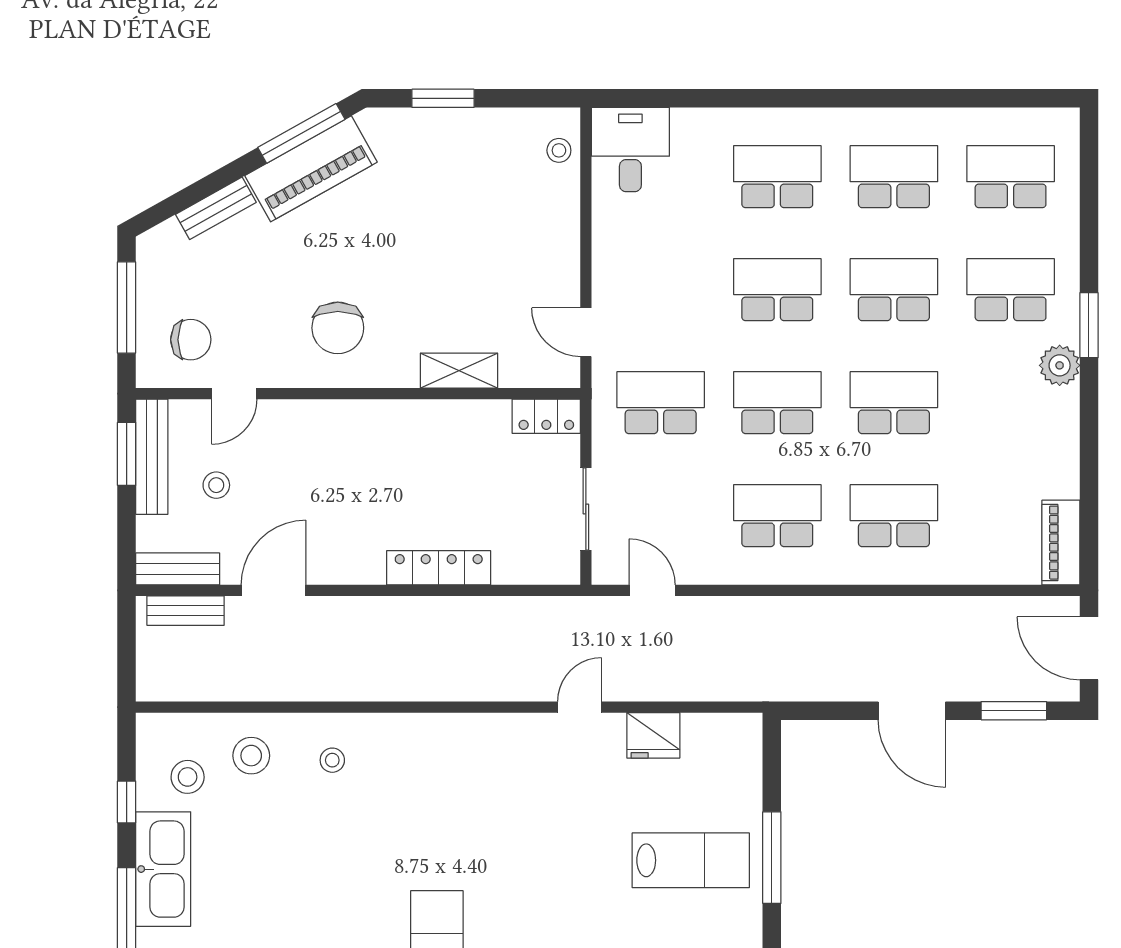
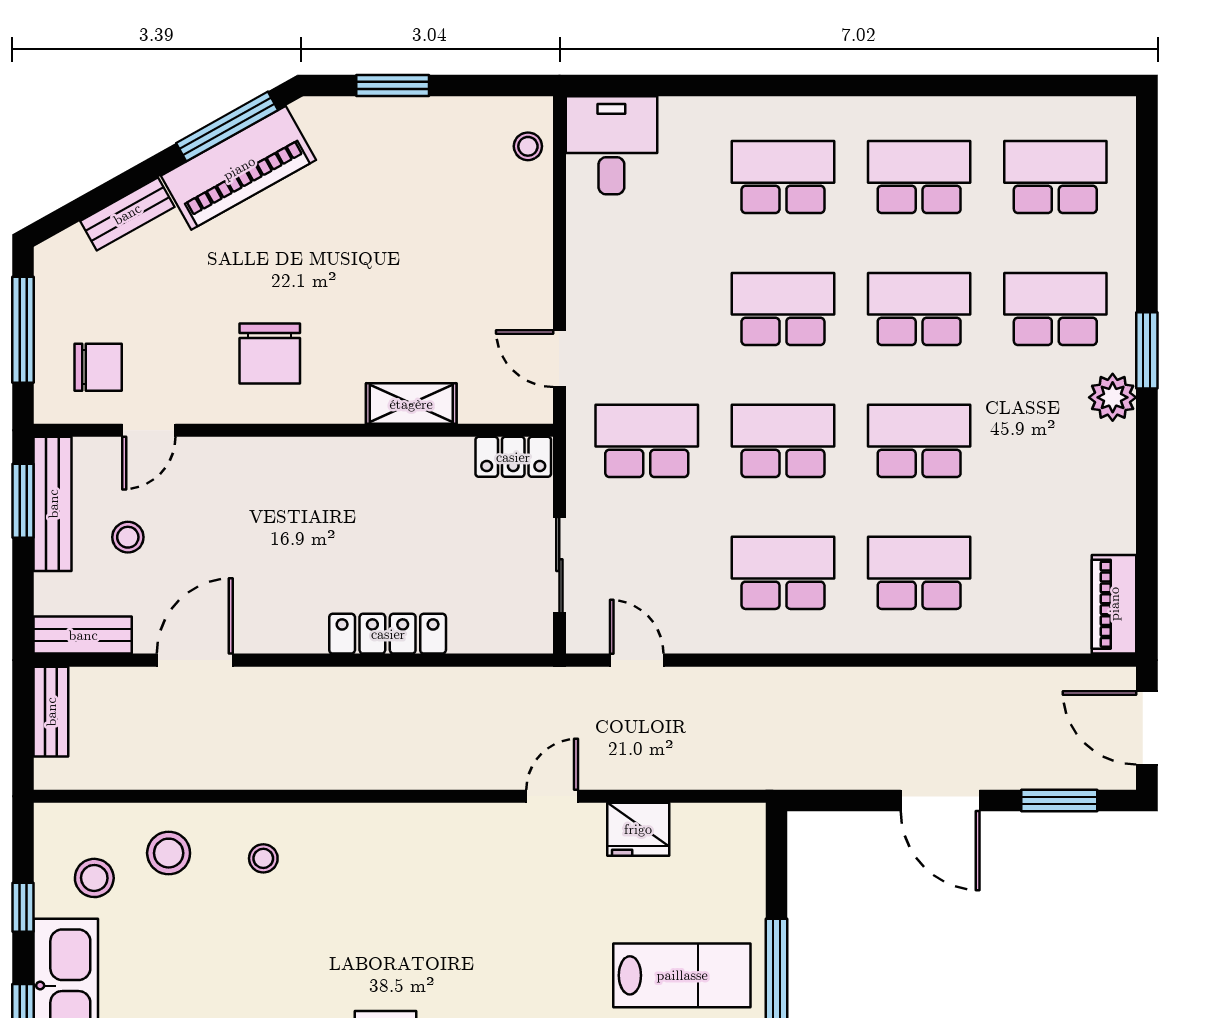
bench: (186, 611) -> (51, 712), moved, turned 90

